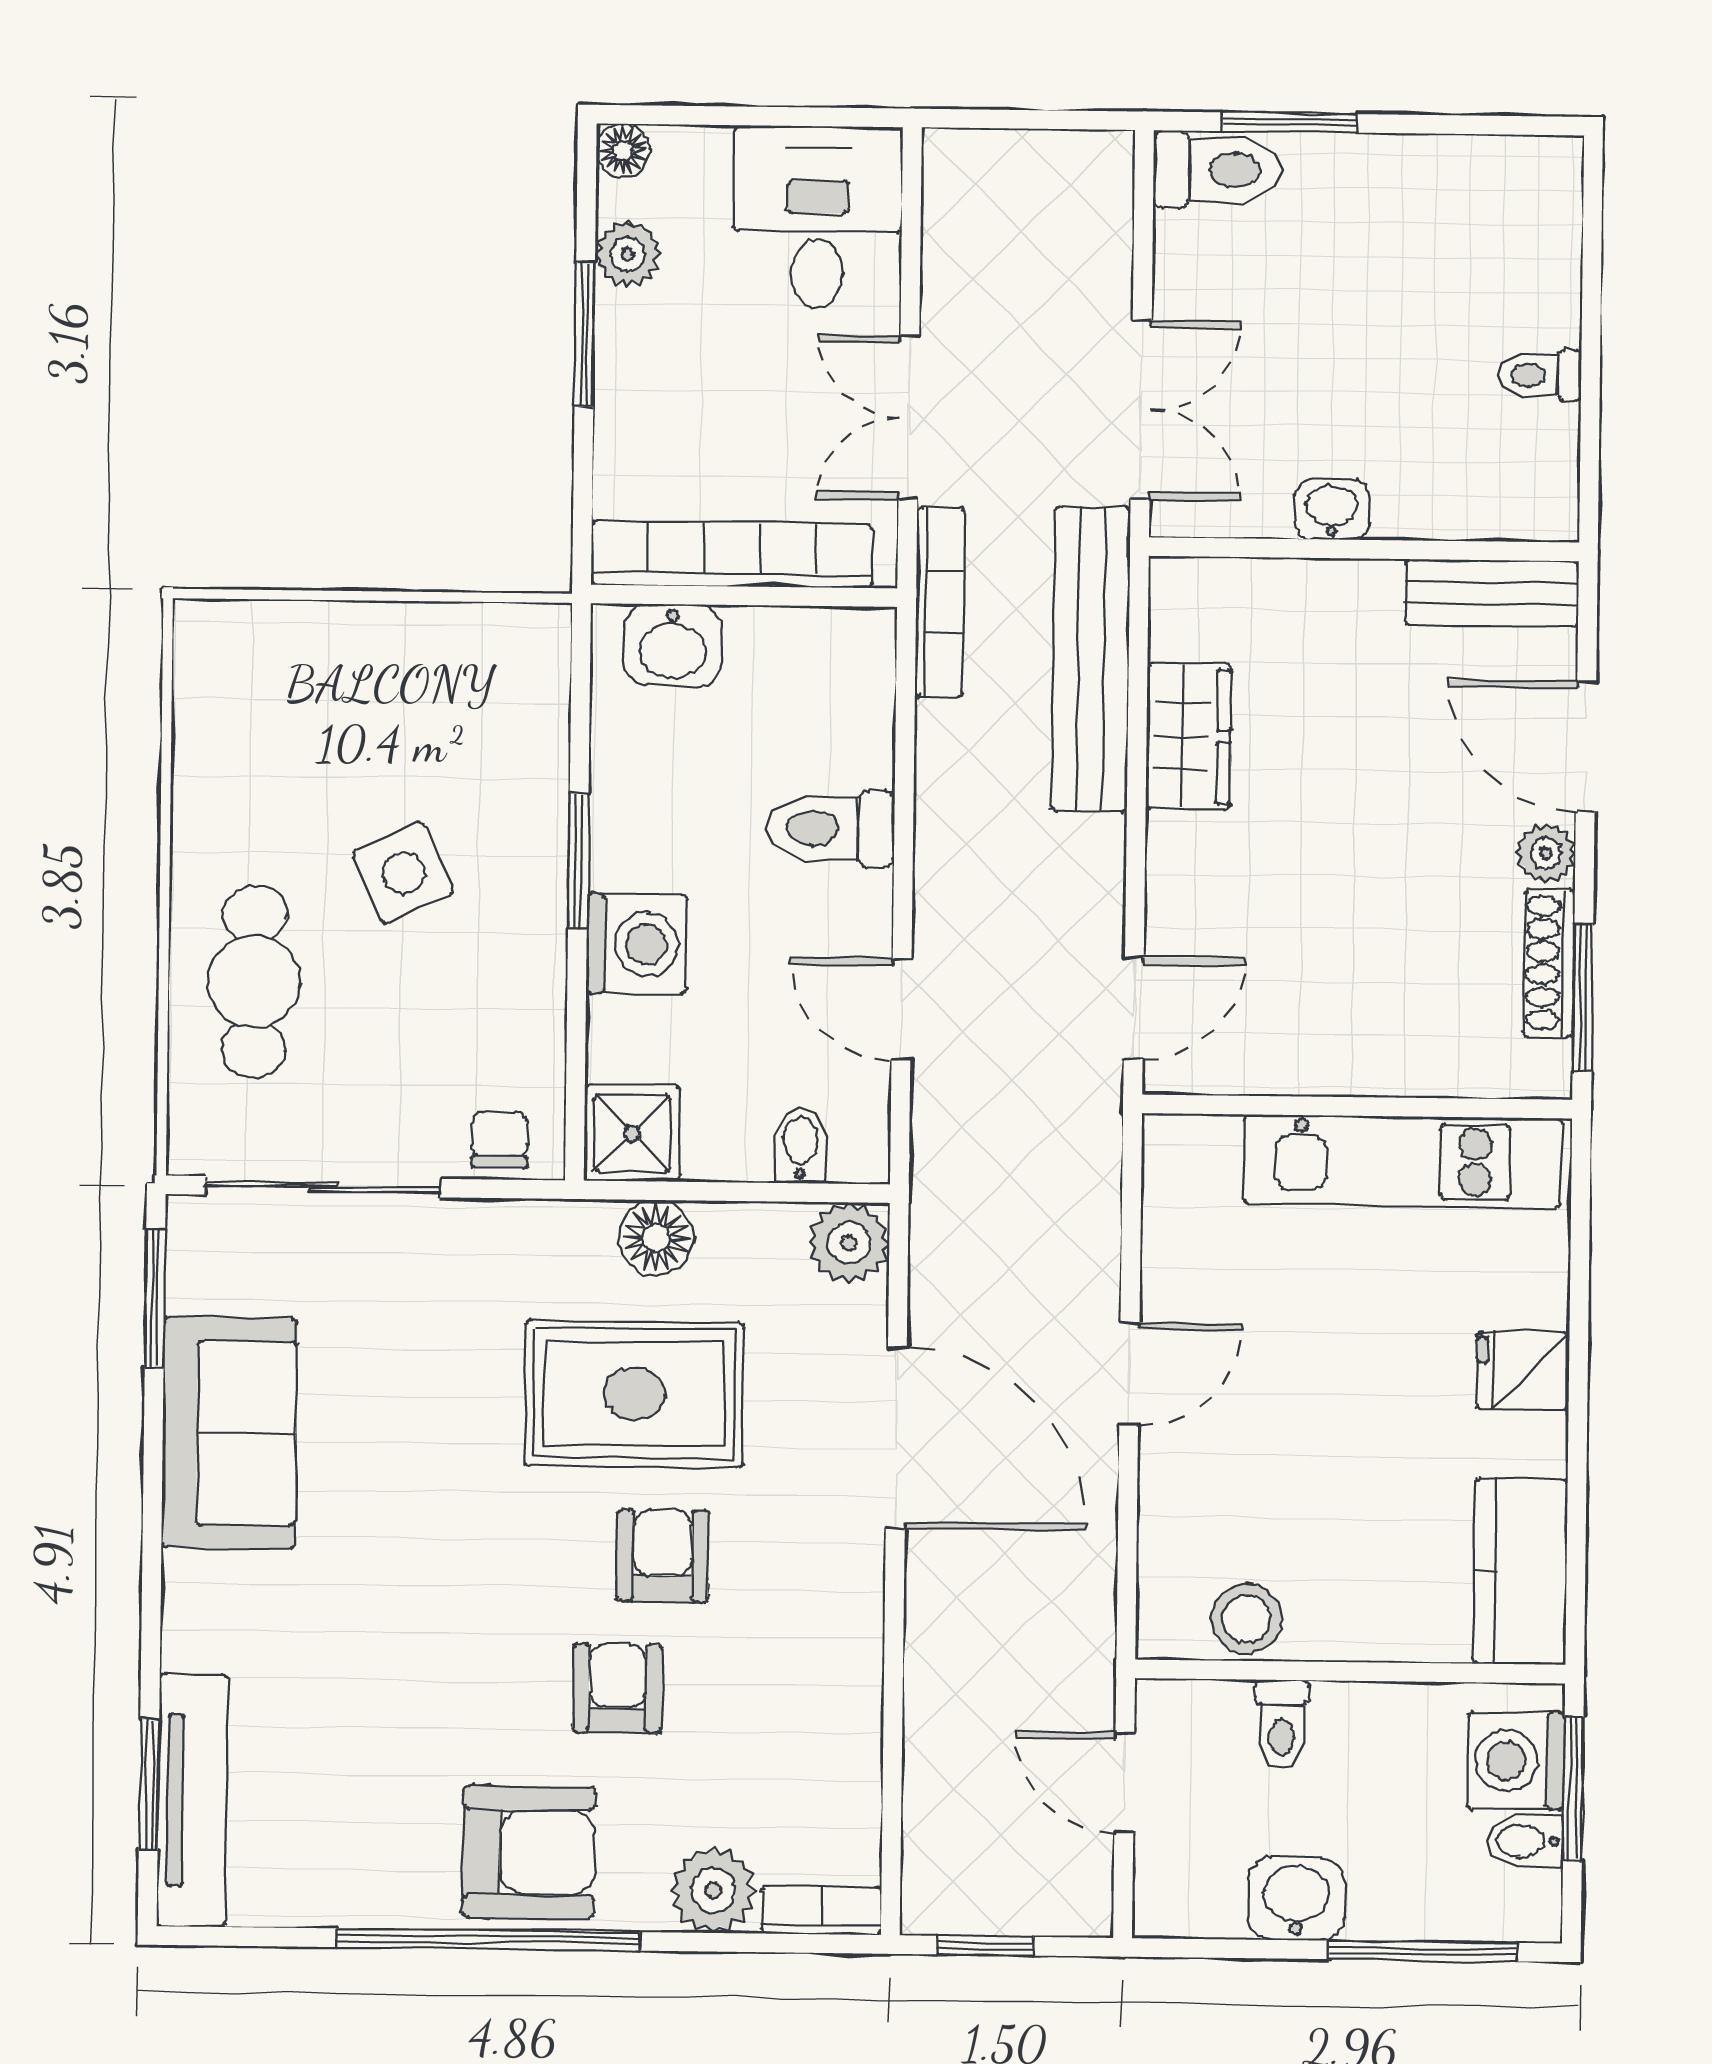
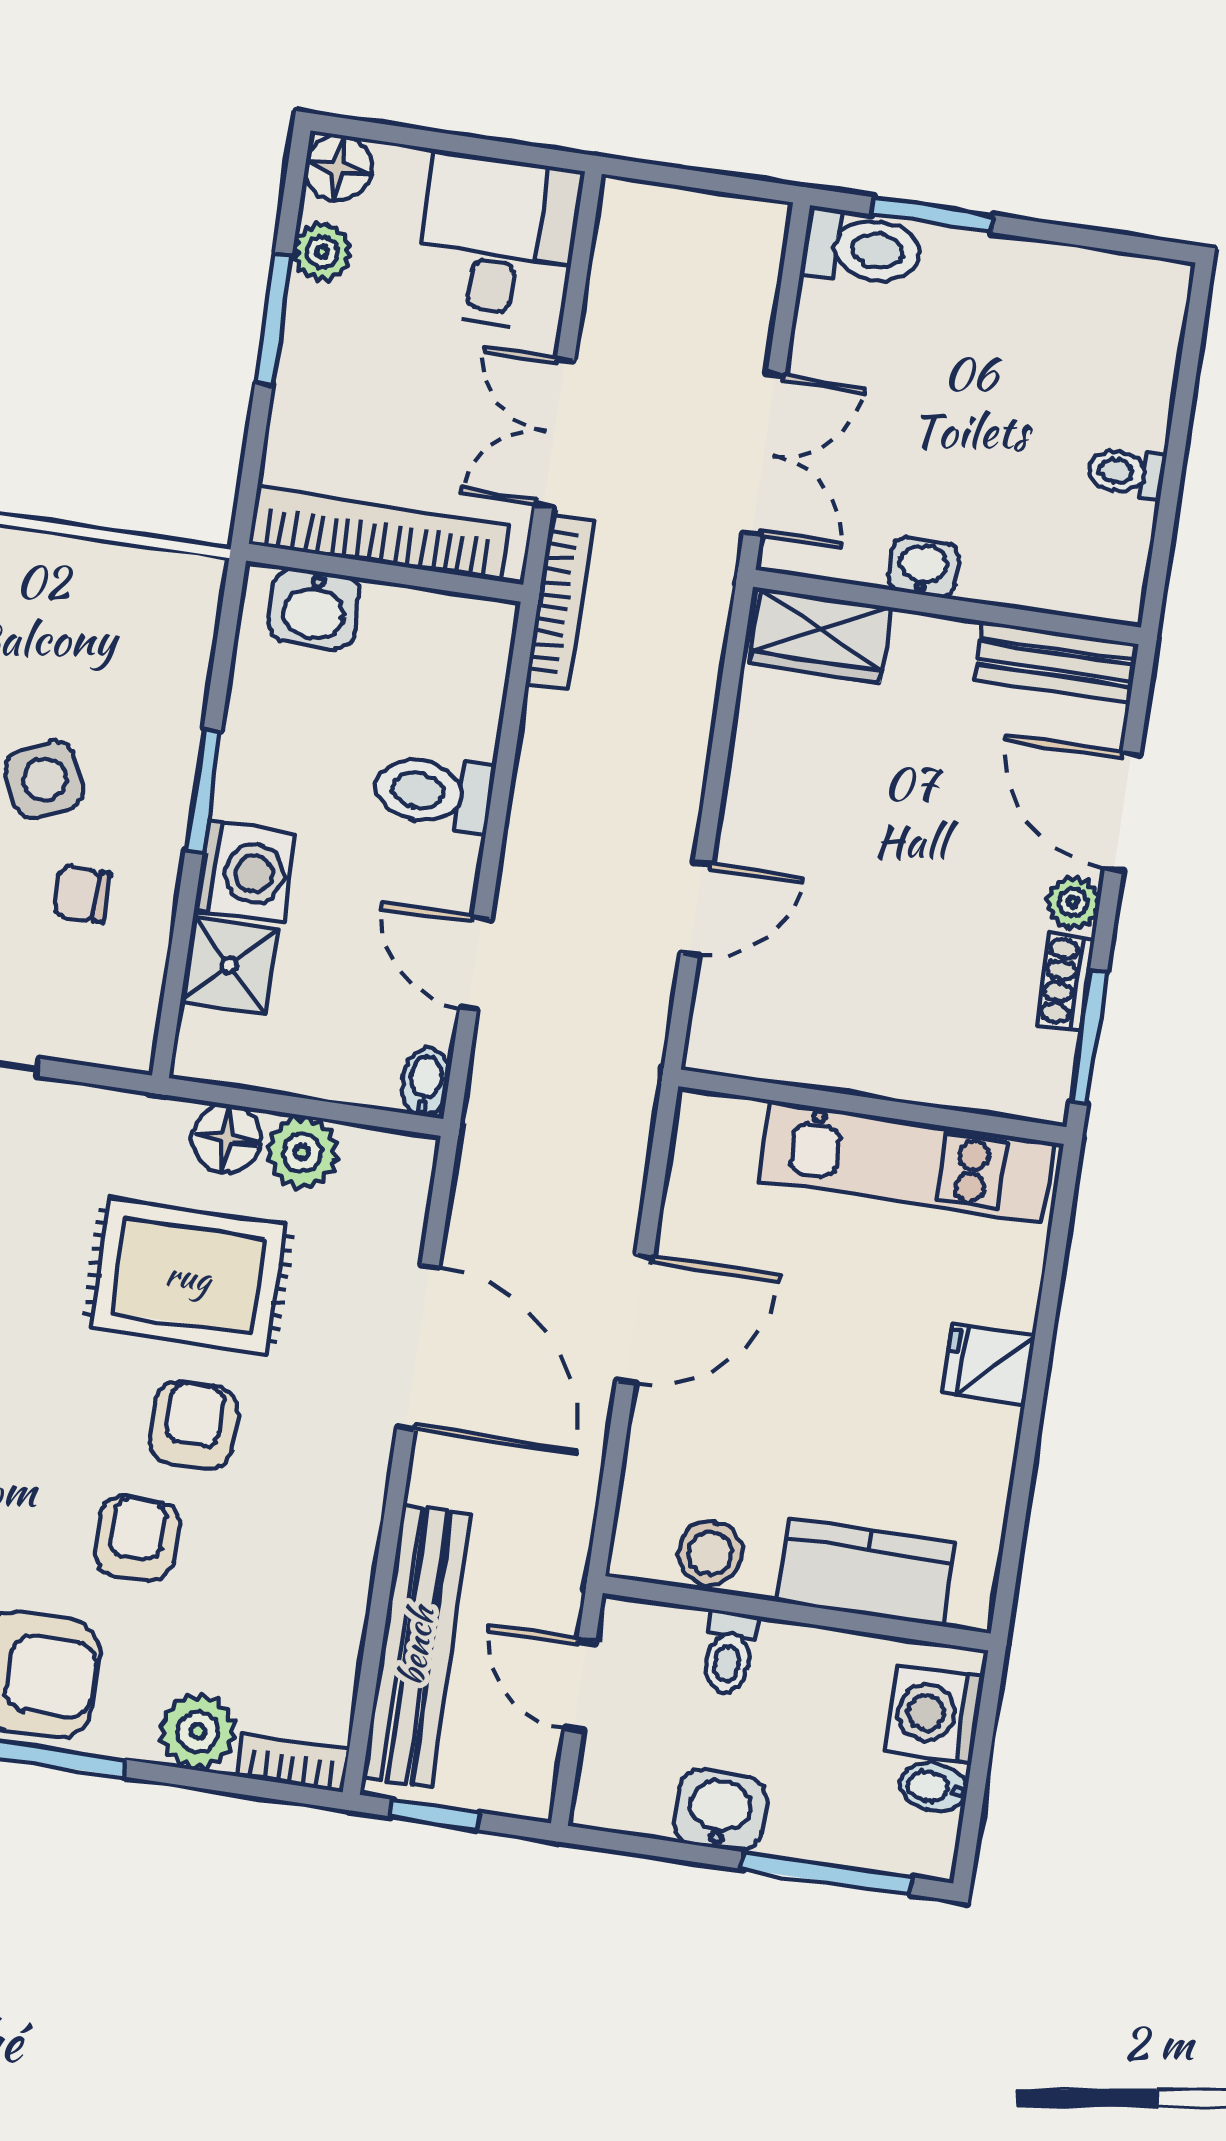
floor lamp: (623, 150) -> (338, 168), width x1.37, depth x1.37
bench: (1091, 659) -> (416, 1646), moved
wardrobe: (1189, 736) -> (821, 635), moved, turned 90
shoe rack: (1549, 963) -> (1065, 982), width x0.70
door: (1134, 1008) -> (696, 908), moved
shower: (632, 1133) -> (229, 965), moved
chair: (500, 1139) -> (82, 894), moved, turned -90
bidet: (800, 1146) -> (425, 1082), moved
plant: (849, 1243) -> (302, 1152), moved
door: (1129, 1374) -> (635, 1319), width x1.38
kitchen counter: (1520, 1571) -> (866, 1573), moved, turned 90
window: (1573, 1789) -> (983, 1746), removed

